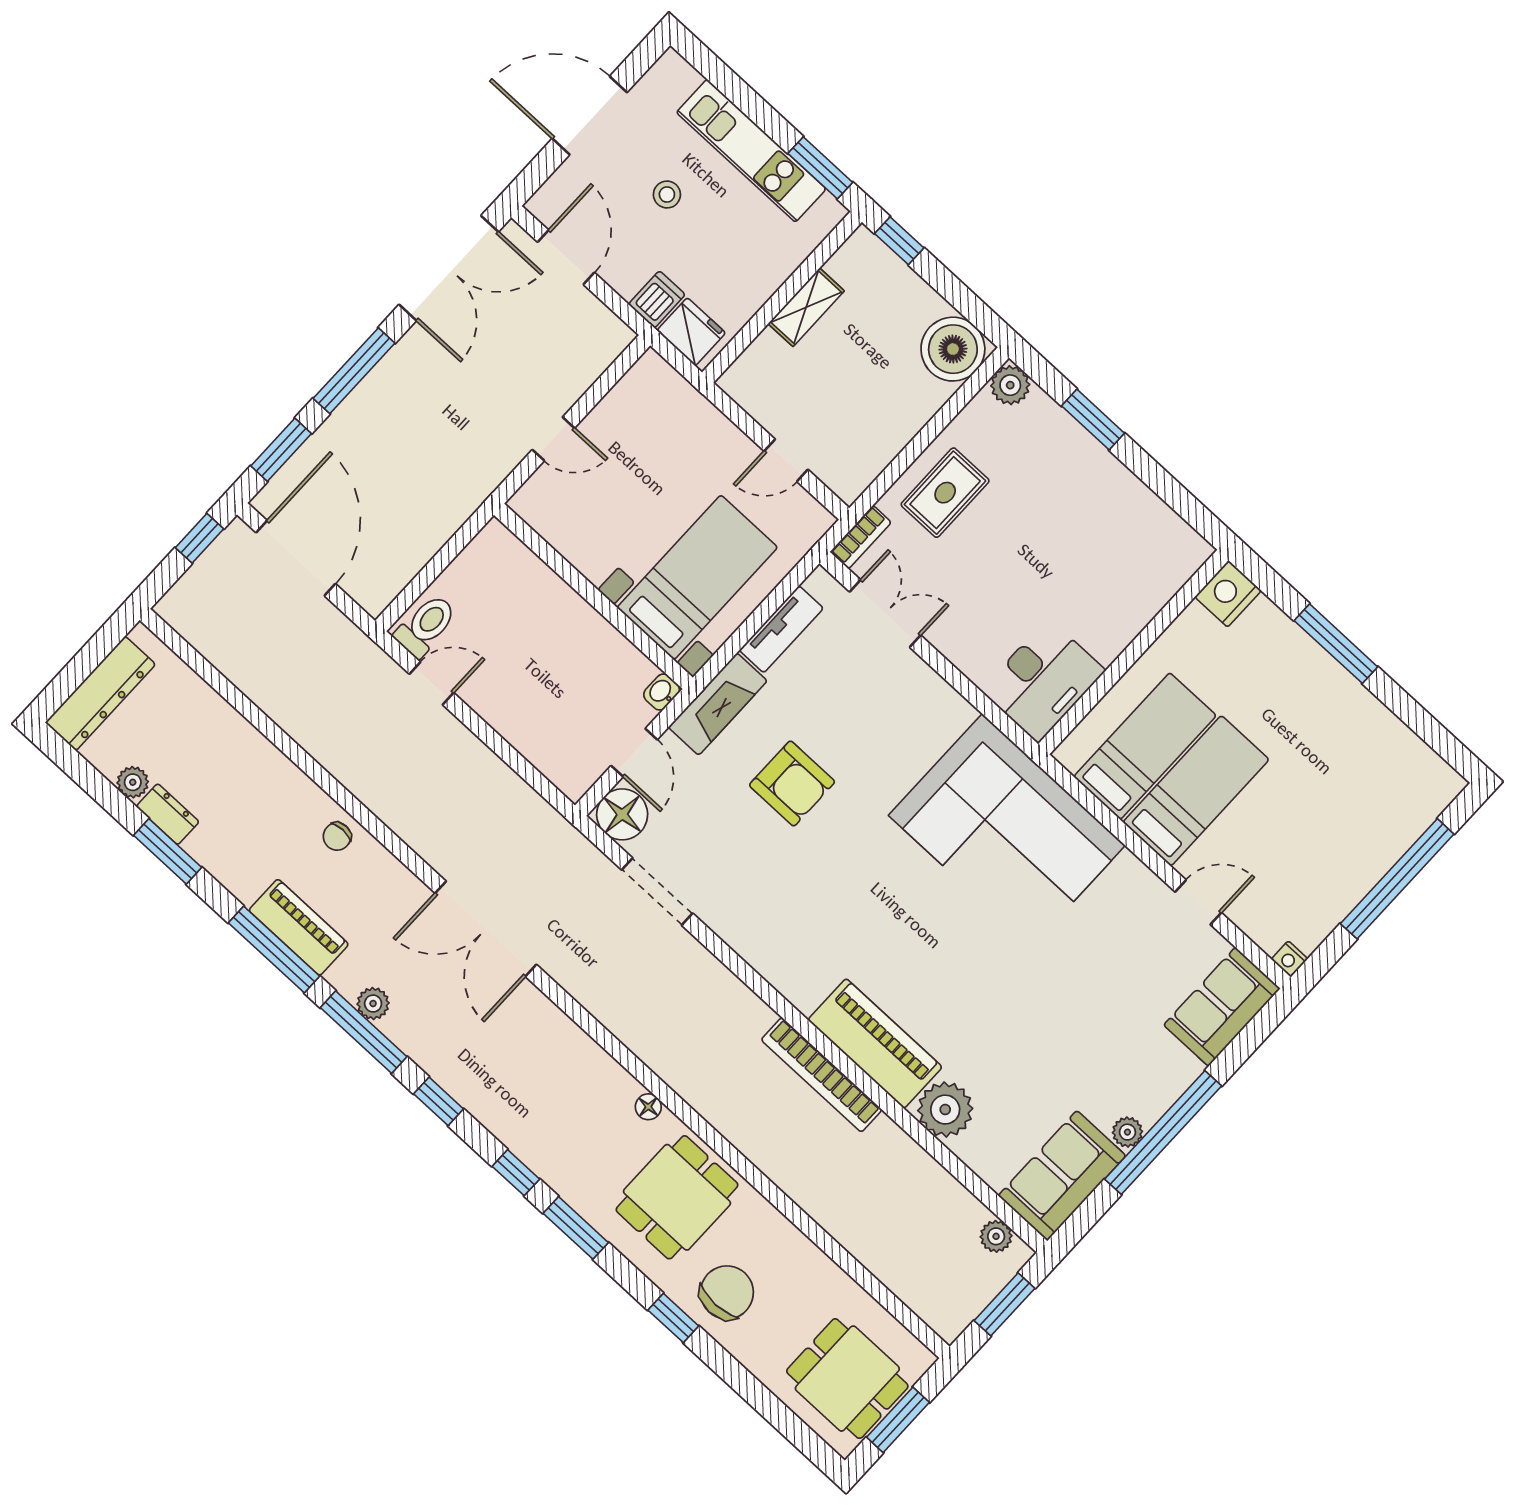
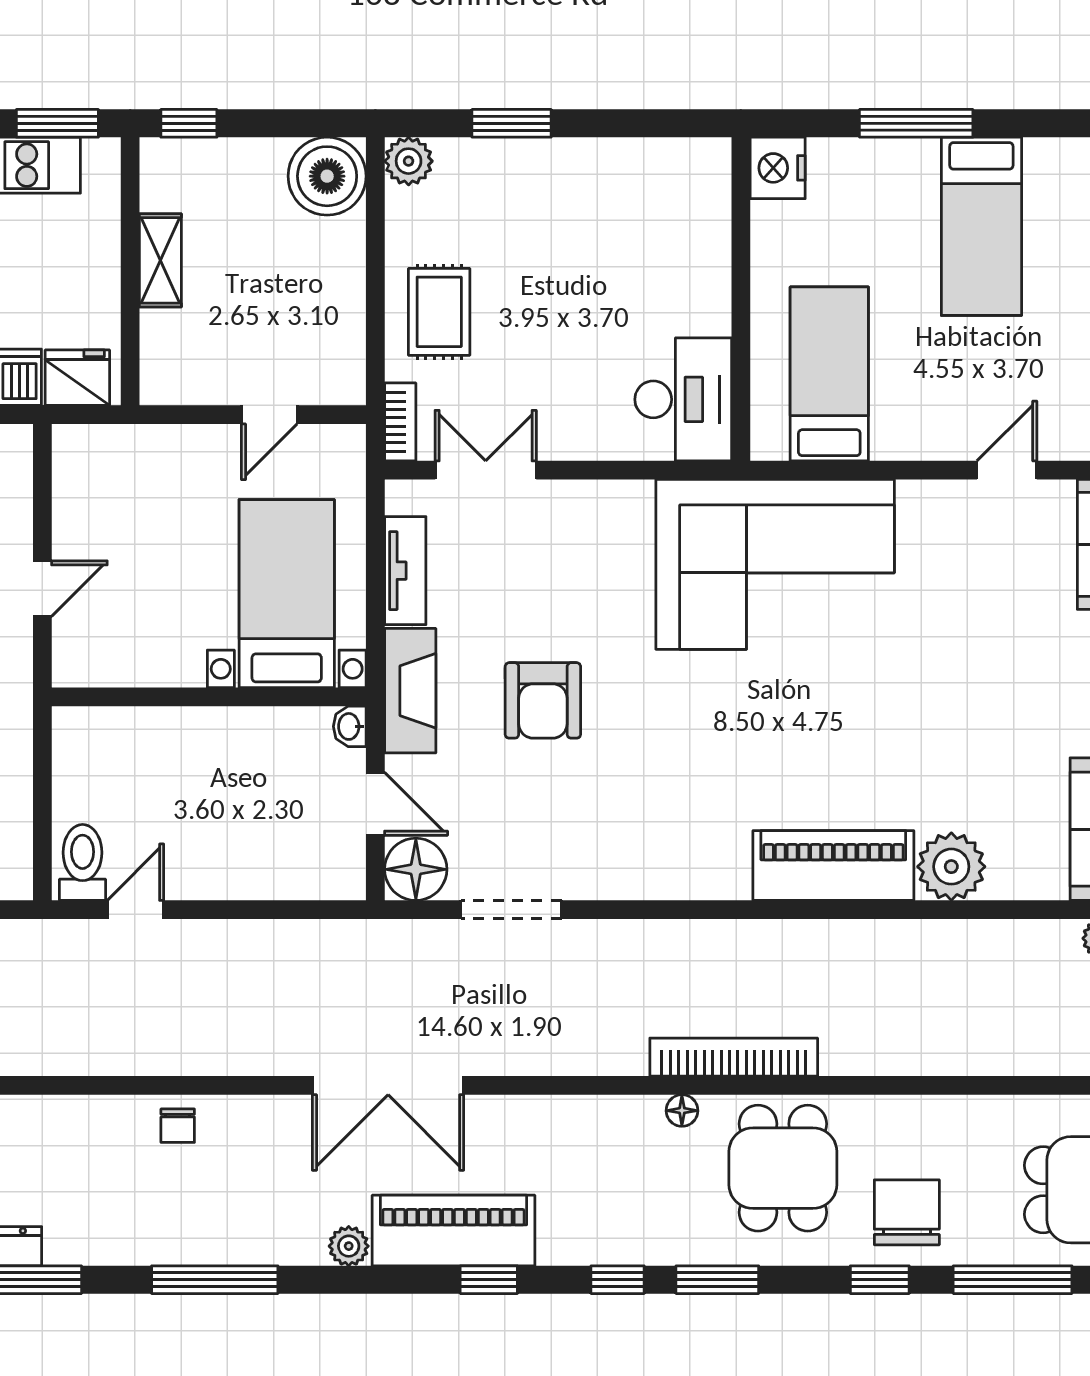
armchair: (792, 783) -> (543, 700), turned 90
bed: (1196, 791) -> (981, 226), moved, turned 180
piano: (299, 927) -> (453, 1231), moved, width x1.37, depth x1.33
window: (364, 1032) -> (1013, 1280), moved
bookcase: (822, 1075) -> (734, 1057), moved, turned 180

